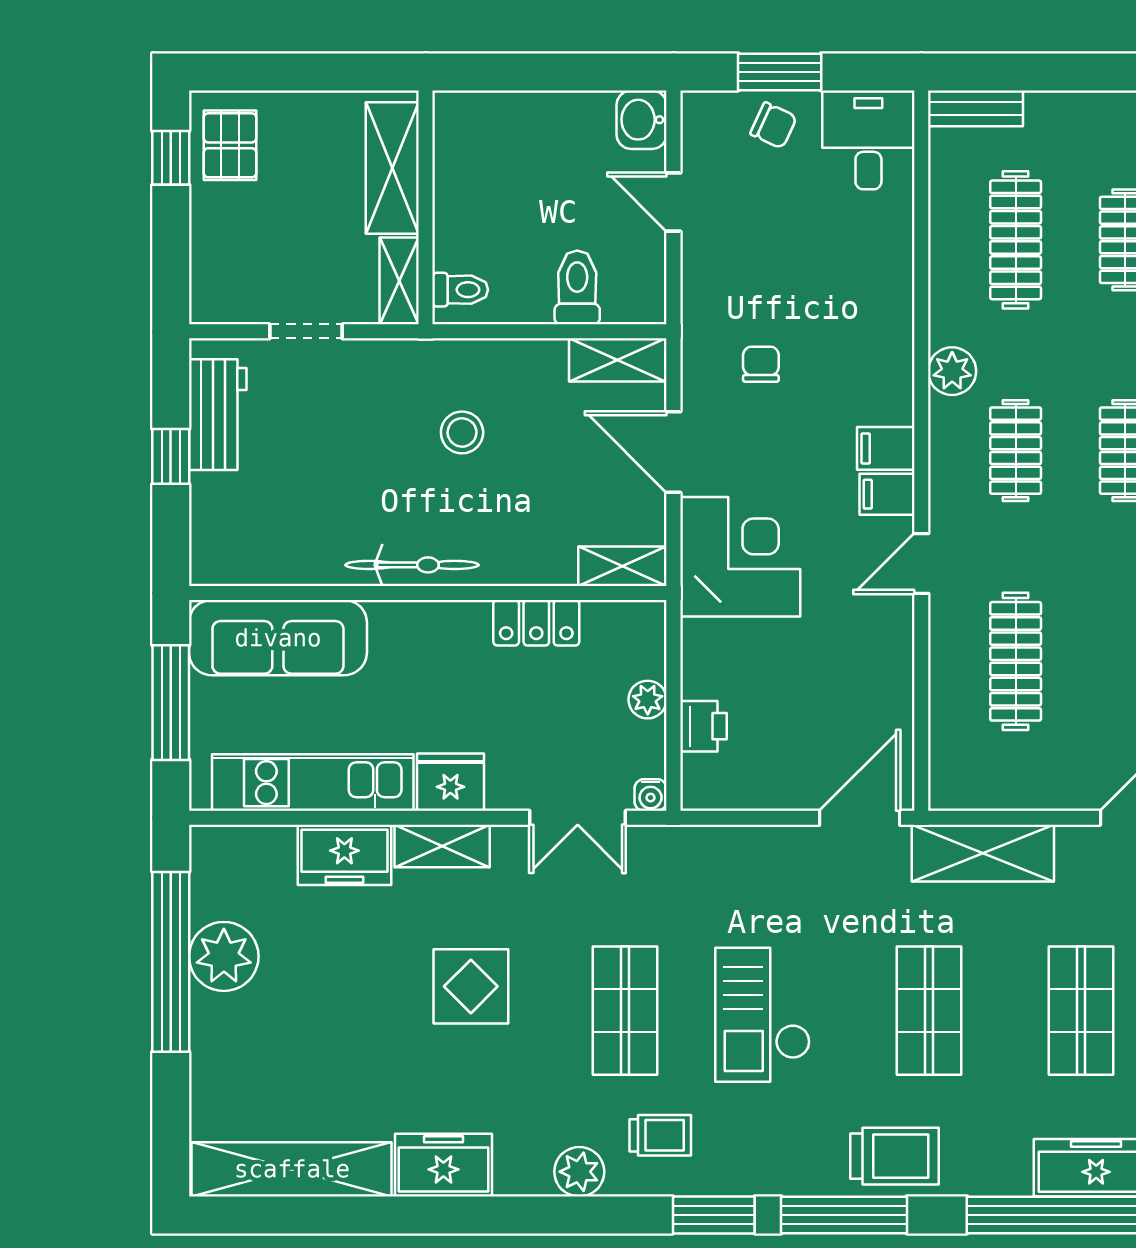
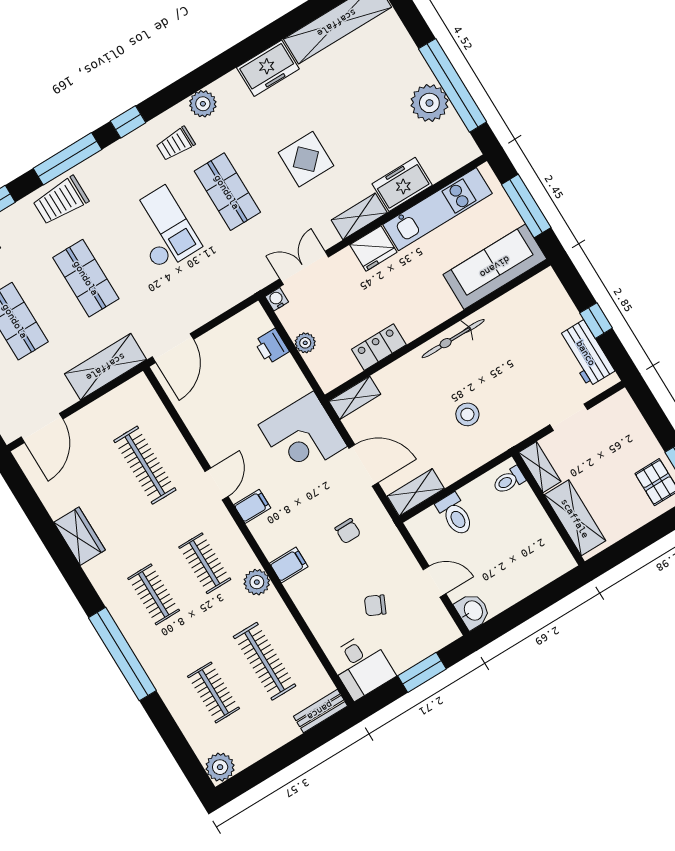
chair: (774, 125) -> (375, 605), moved
filing cabinet: (886, 448) -> (289, 565), moved
window: (714, 1215) -> (128, 122), width x0.67

